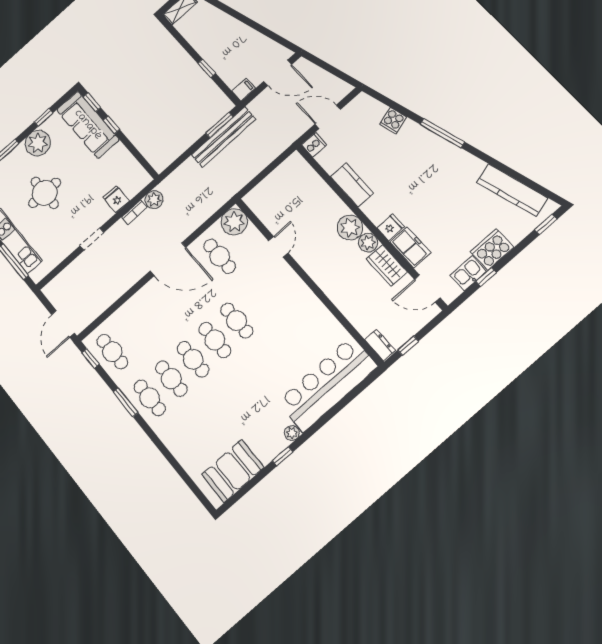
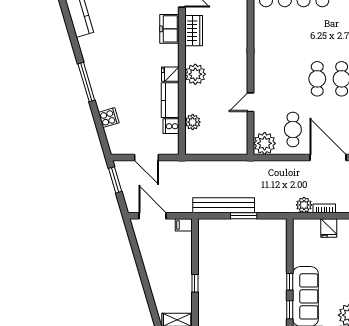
window: (207, 68) -> (195, 283), moved
window: (338, 73) -> (115, 180), added
window: (219, 125) -> (244, 216), moved
cooker: (314, 145) -> (171, 126), moved
fridge: (391, 227) -> (170, 74), moved
plant: (368, 243) -> (193, 122), moved

